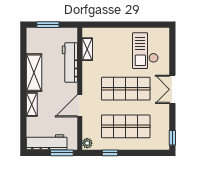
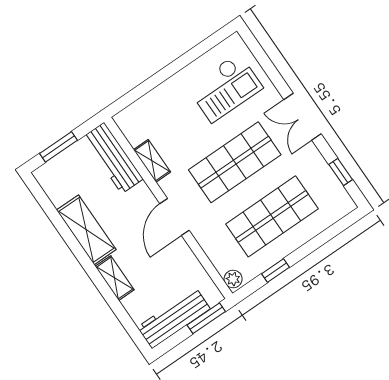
shelving: (87, 49) -> (152, 161), moved
checkout: (145, 51) -> (225, 88), turned -90
workbench: (70, 63) -> (113, 158), moved
door: (80, 106) -> (174, 217), moved
window: (172, 138) -> (341, 172), moved

